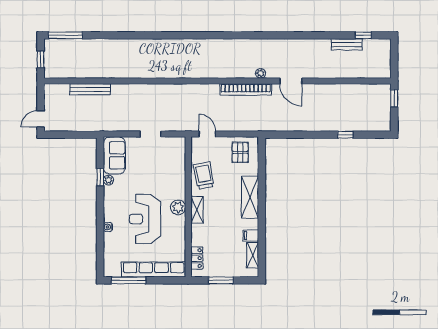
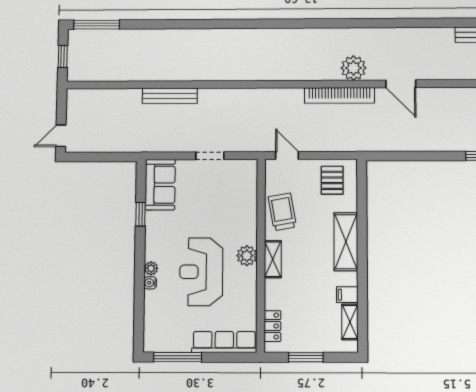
plant: (261, 73) -> (353, 68), width x1.88, depth x1.88
bench: (90, 89) -> (170, 96), moved
plant: (108, 180) -> (151, 268), moved
row of seats: (154, 269) -> (224, 342), width x0.73

